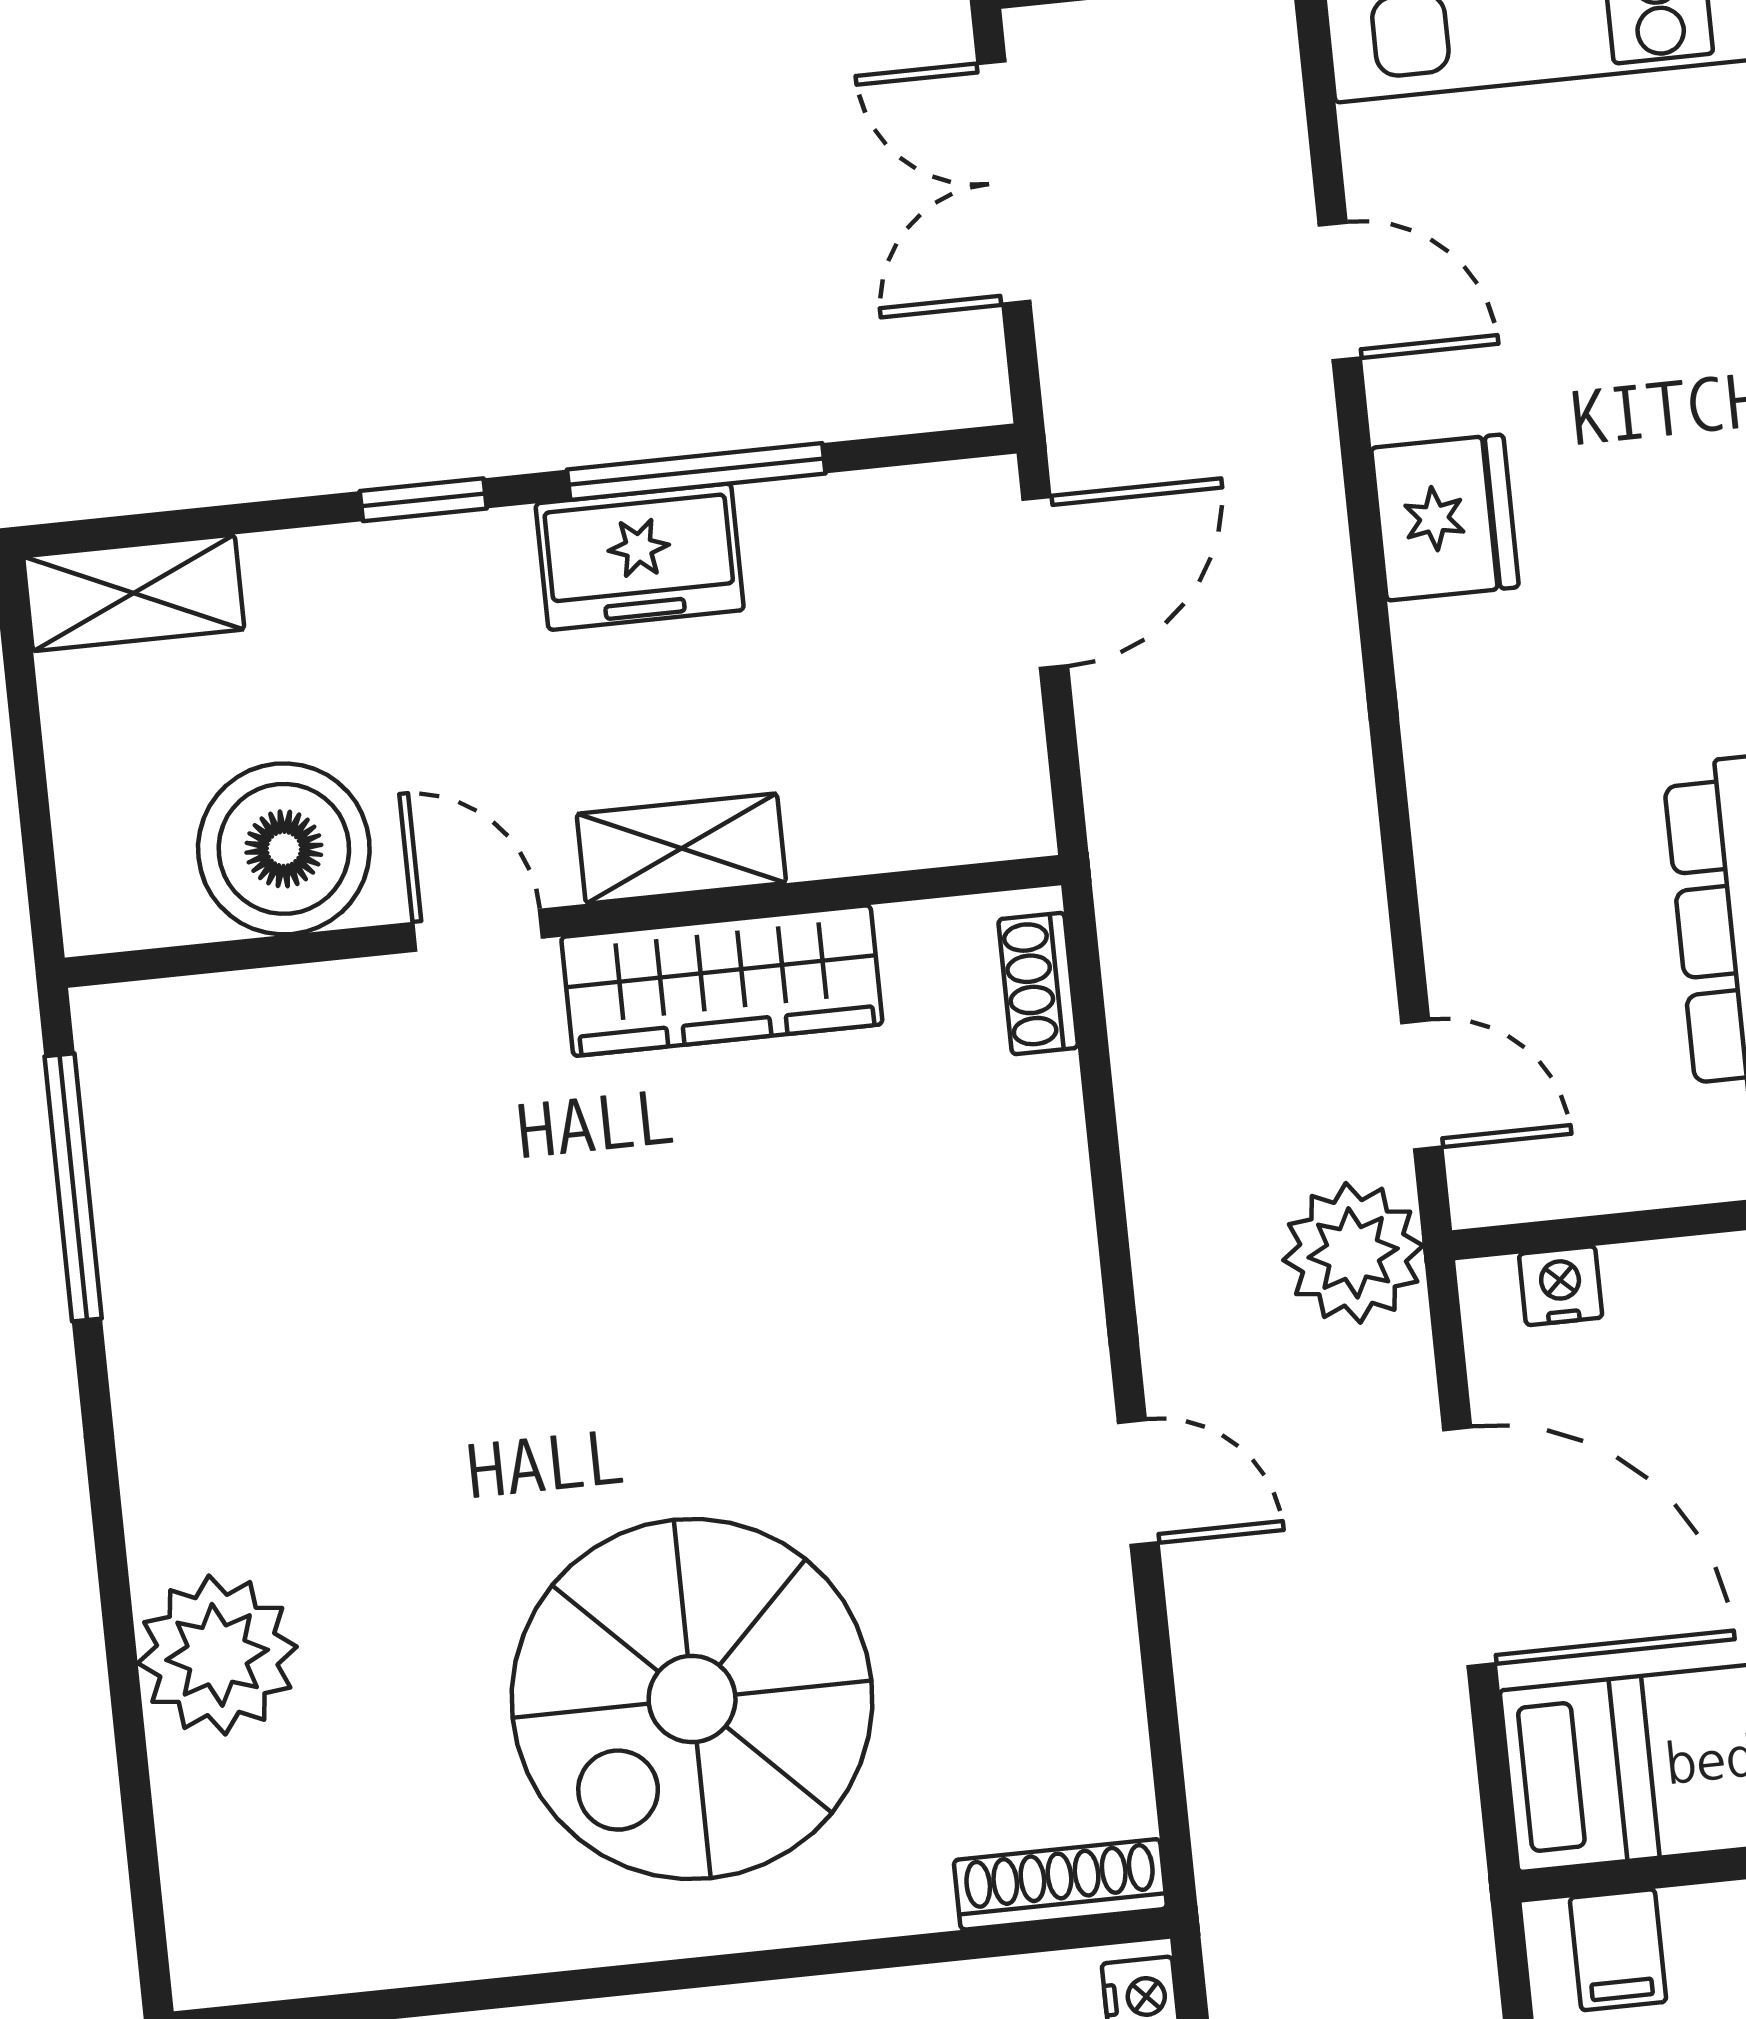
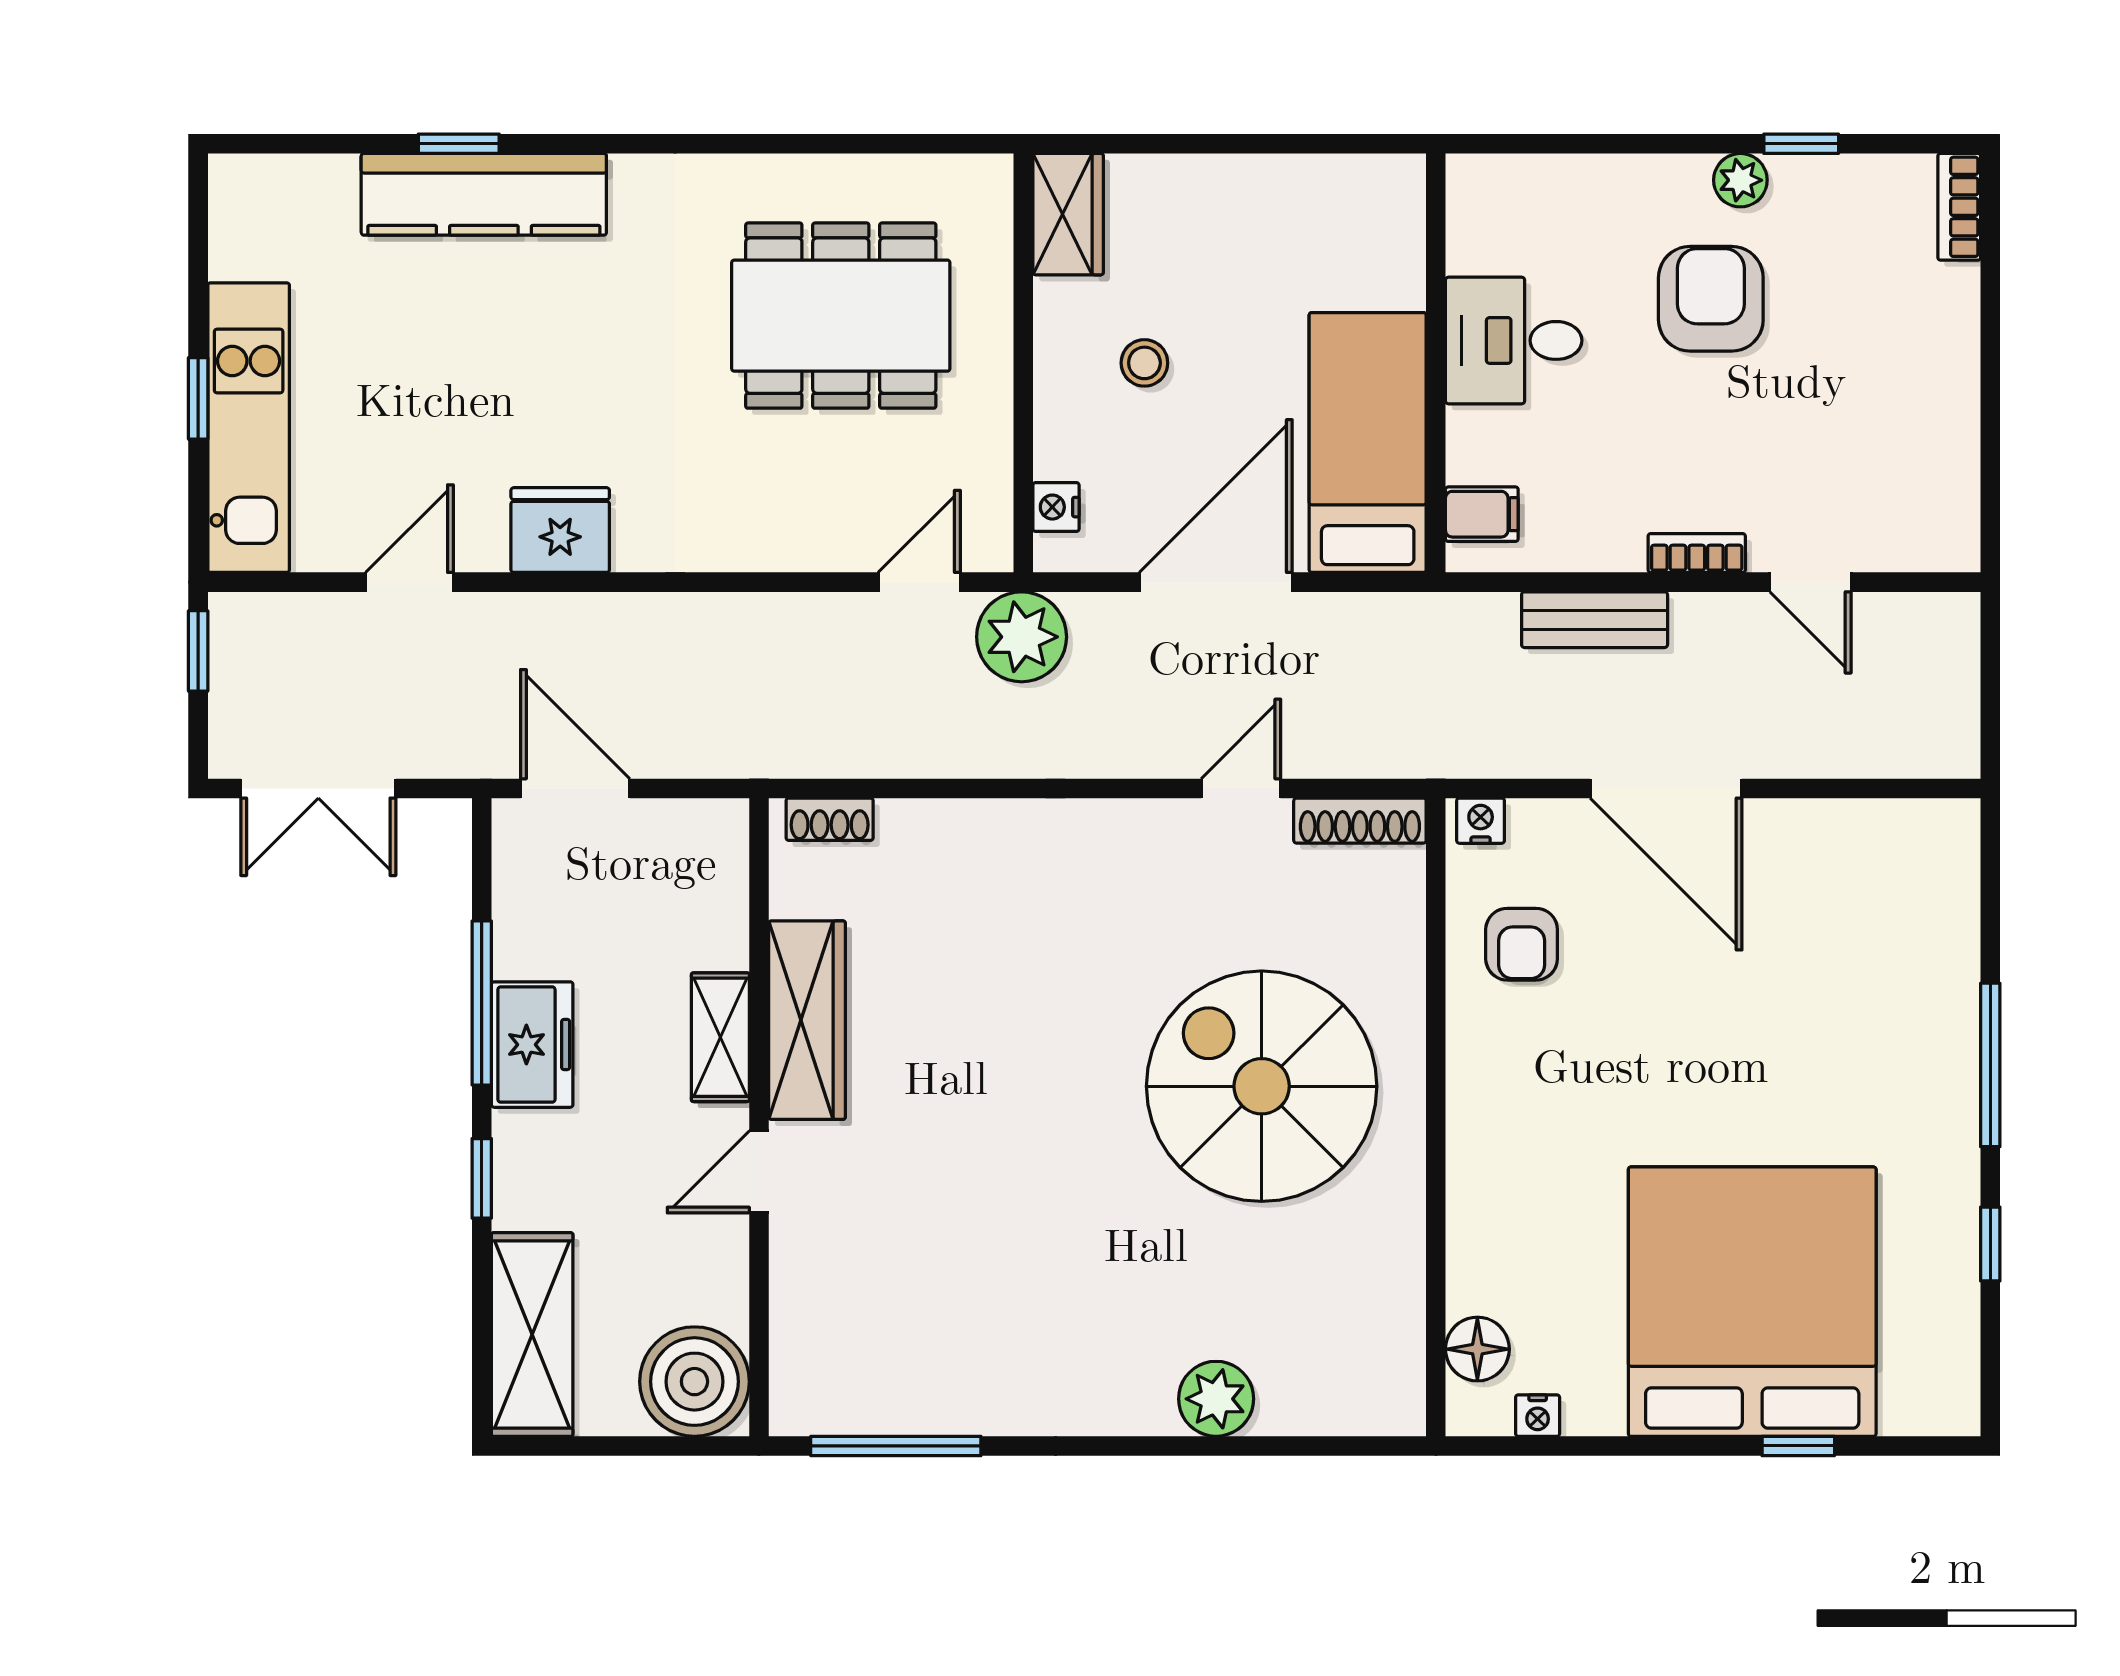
shelving: (134, 593) -> (532, 1334), width x1.50, depth x1.33
boiler: (284, 849) -> (694, 1382), moved
door: (1138, 1482) -> (1241, 788), moved
plant: (217, 1655) -> (1216, 1399), width x0.73, depth x0.73
spiral stairs: (692, 1699) -> (1262, 1086), turned 180
shoe rack: (1060, 1884) -> (1360, 821), moved, turned -90

